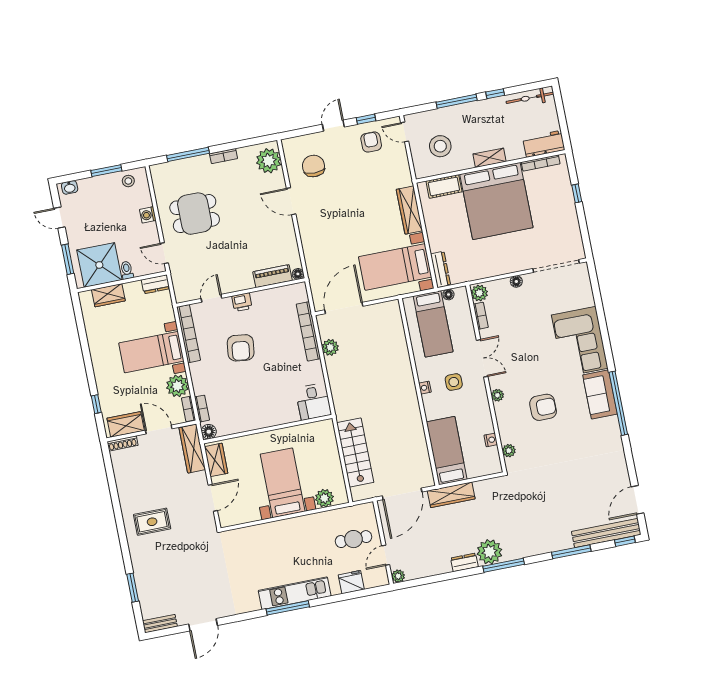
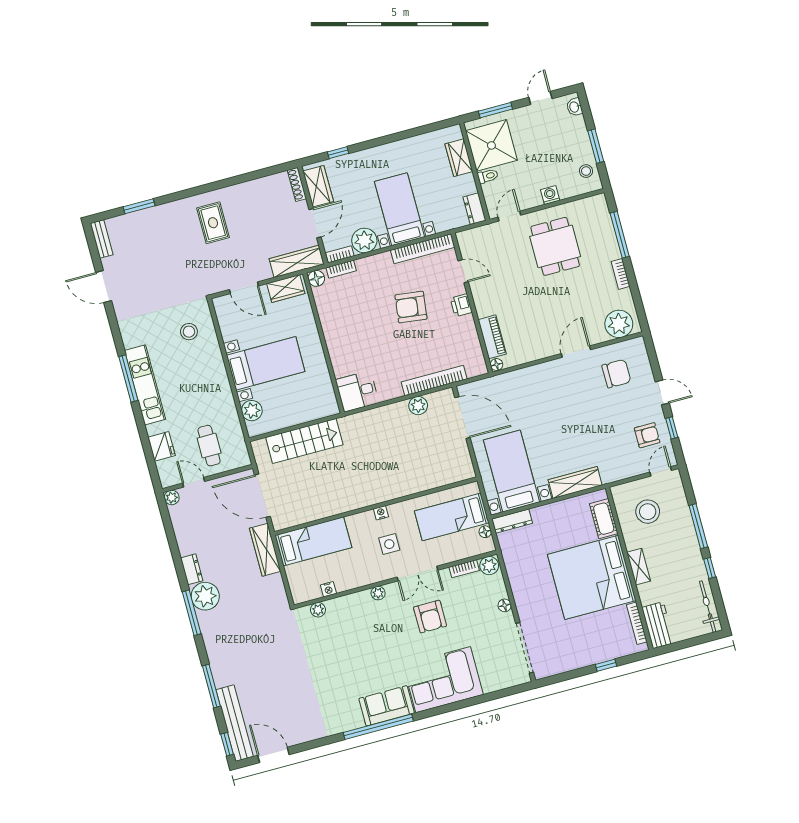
armchair: (543, 407) -> (430, 617), moved
stool: (249, 550) -> (189, 332), added

